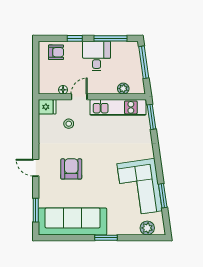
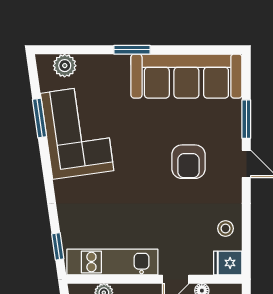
window: (151, 117) -> (58, 246), width x0.67
stool: (69, 124) -> (226, 228), moved
window: (36, 210) -> (246, 119), moved

